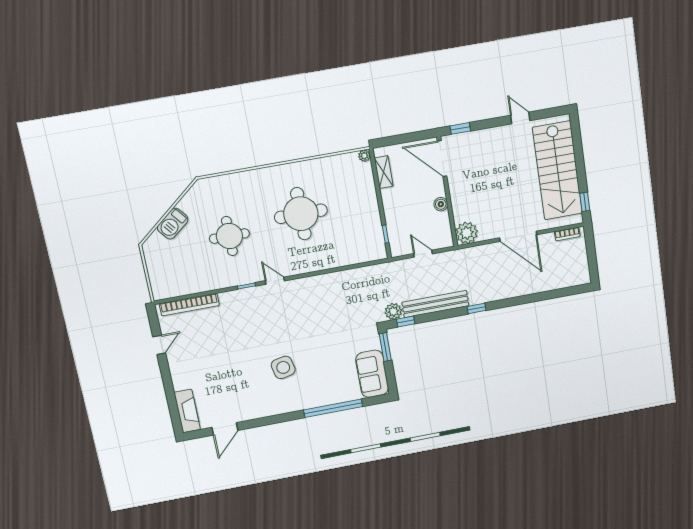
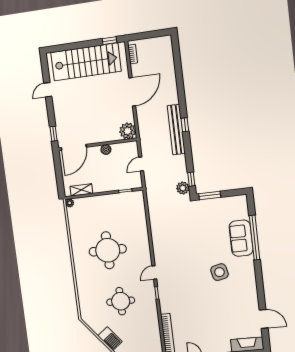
bench: (435, 304) -> (176, 130), moved
sofa: (372, 374) -> (241, 238), moved, turned 90

